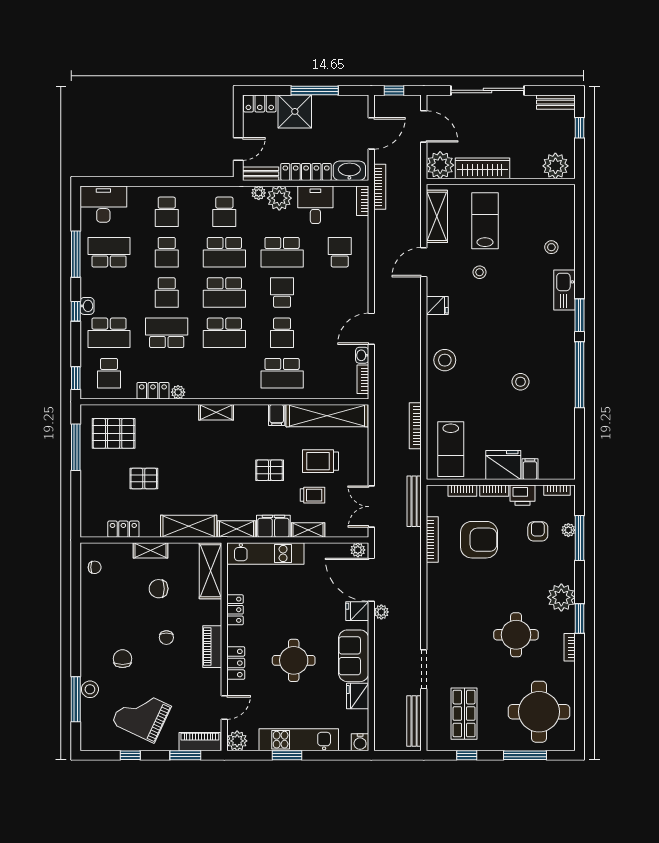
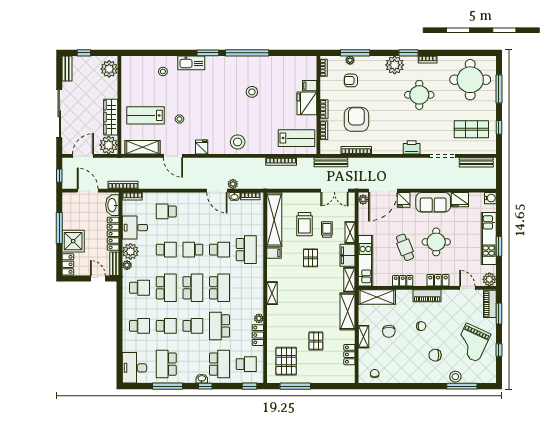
school desk: (282, 252) -> (166, 250), width x0.54
printer: (522, 495) -> (412, 147), moved, turned -90
plant: (381, 612) -> (233, 184), moved
cafe table: (286, 613) -> (405, 247), added

